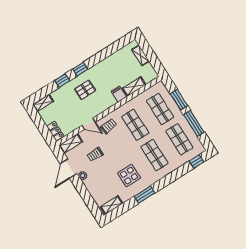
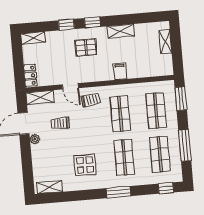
shelving: (134, 87) -> (121, 31), moved
window: (179, 100) -> (181, 99), moved
window: (144, 195) -> (118, 192), moved

